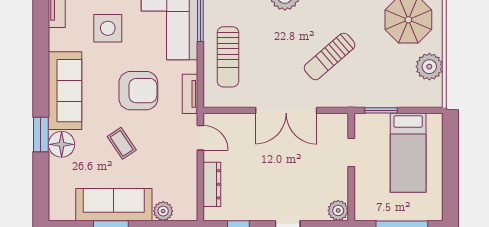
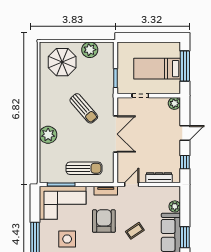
bed: (408, 153) -> (157, 69), moved, turned 180

